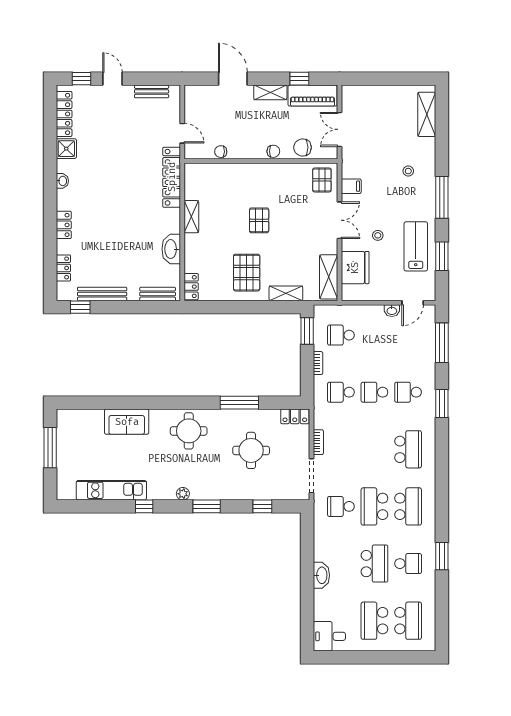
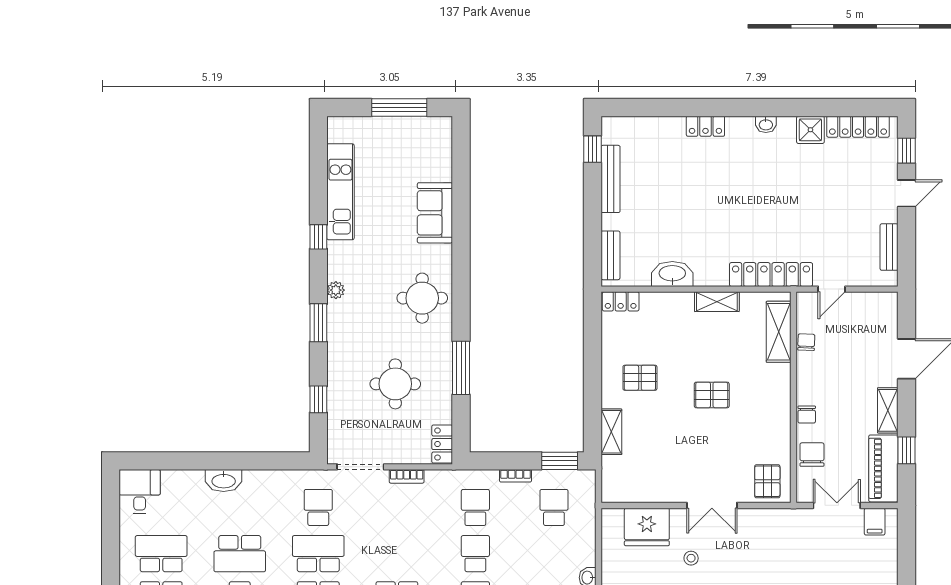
pallet: (322, 180) -> (767, 481), turned 90
filing cabinet: (351, 186) -> (875, 522), moved
locker: (63, 268) -> (646, 126), removed
pallet: (247, 273) -> (640, 378), width x0.67, depth x0.71
shelving: (329, 277) -> (779, 332), moved, turned 90

